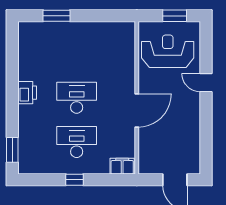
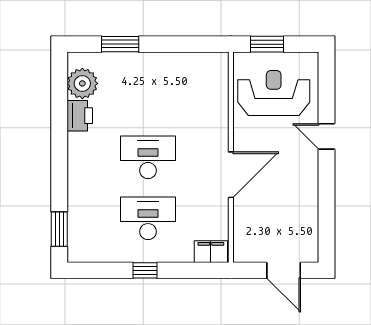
window: (175, 16) -> (267, 44), moved
plant: (29, 44) -> (82, 83), added
printer: (27, 93) -> (80, 116), moved

